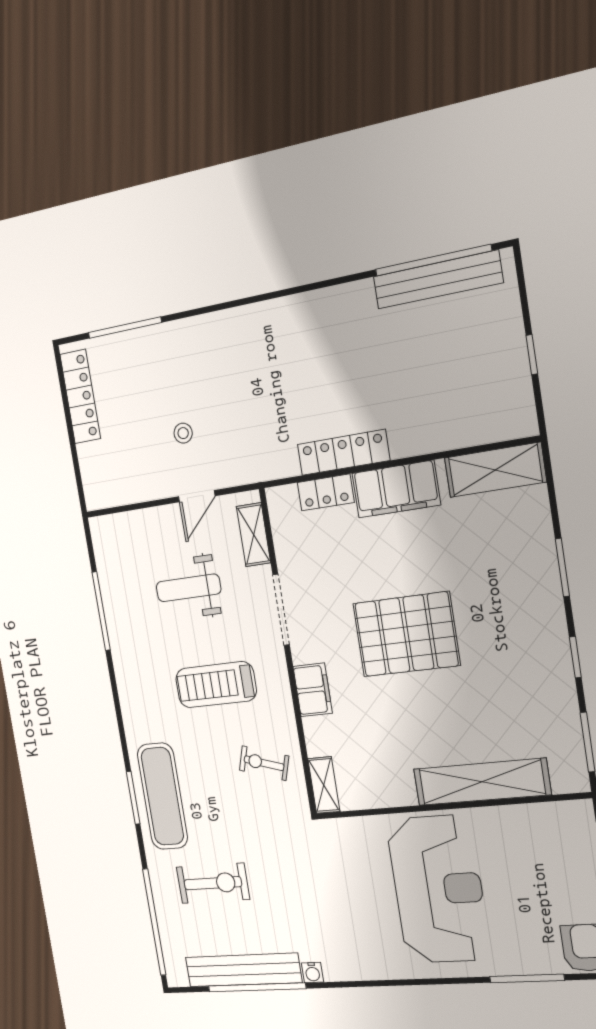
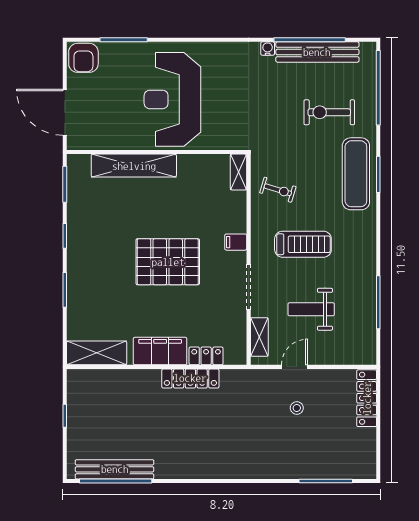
locker: (80, 396) -> (367, 398), moved
weight bench: (188, 588) -> (311, 309), turned 180
filing cabinet: (313, 690) -> (236, 242), width x0.50

